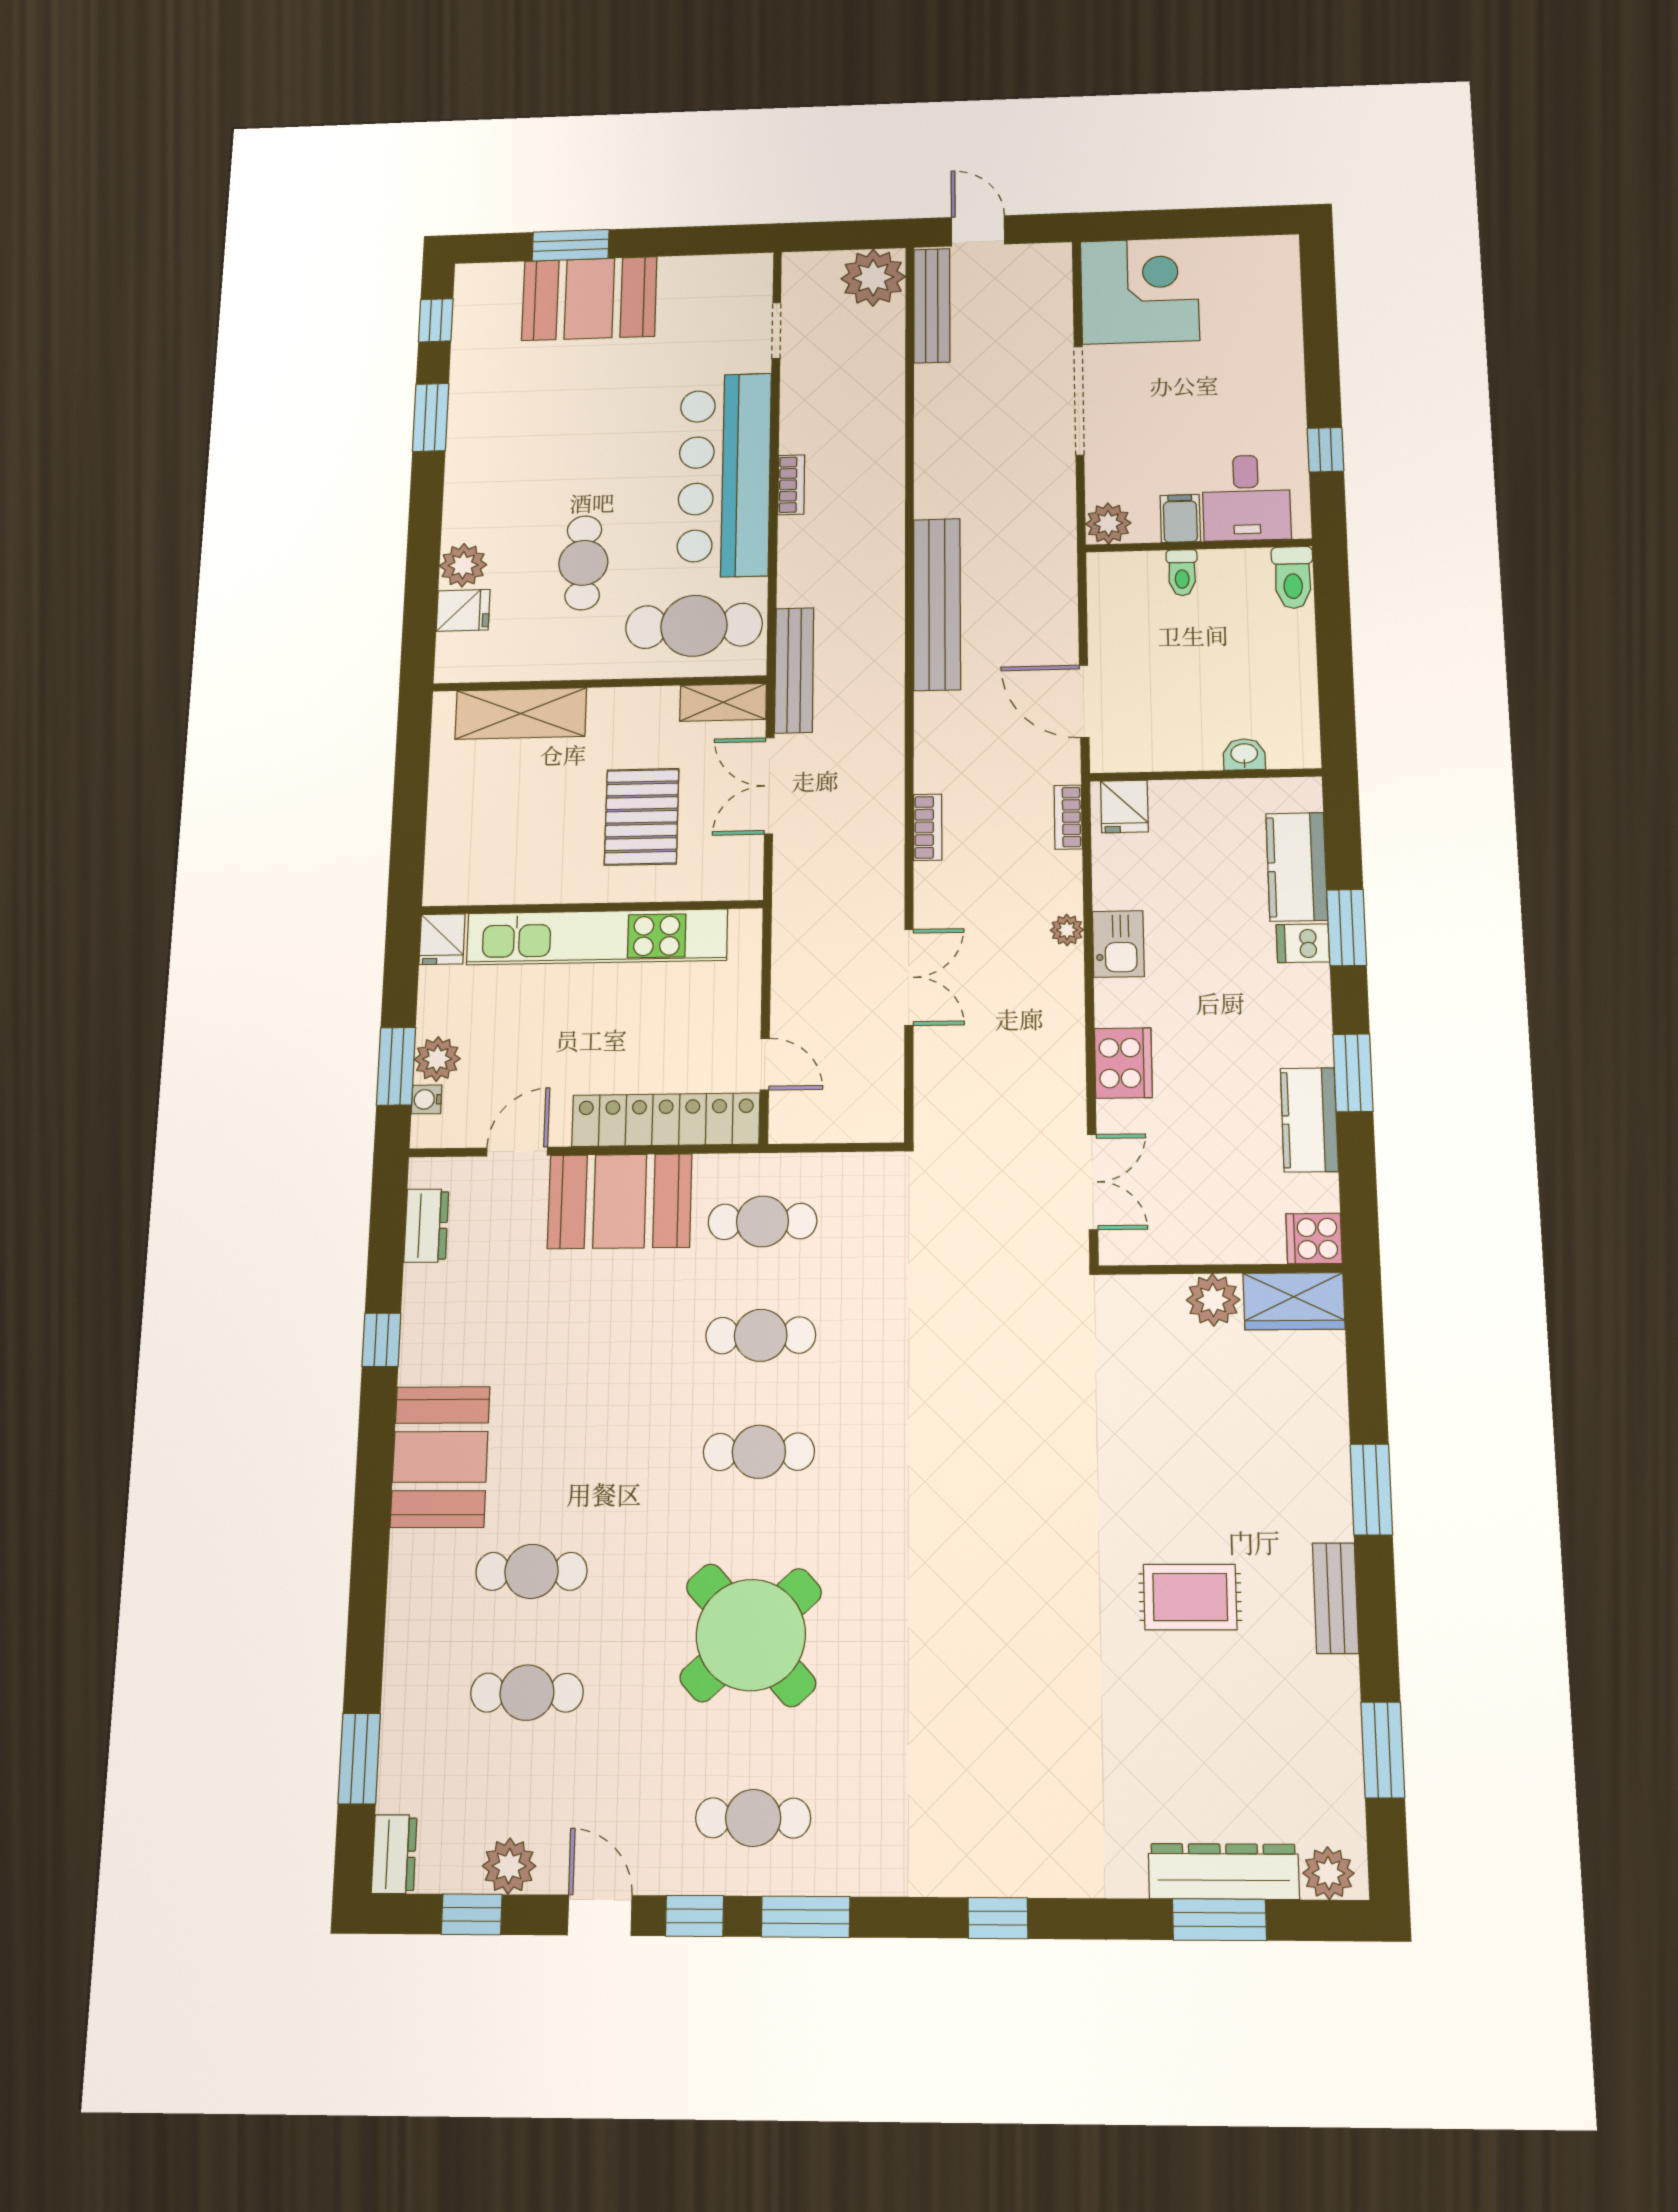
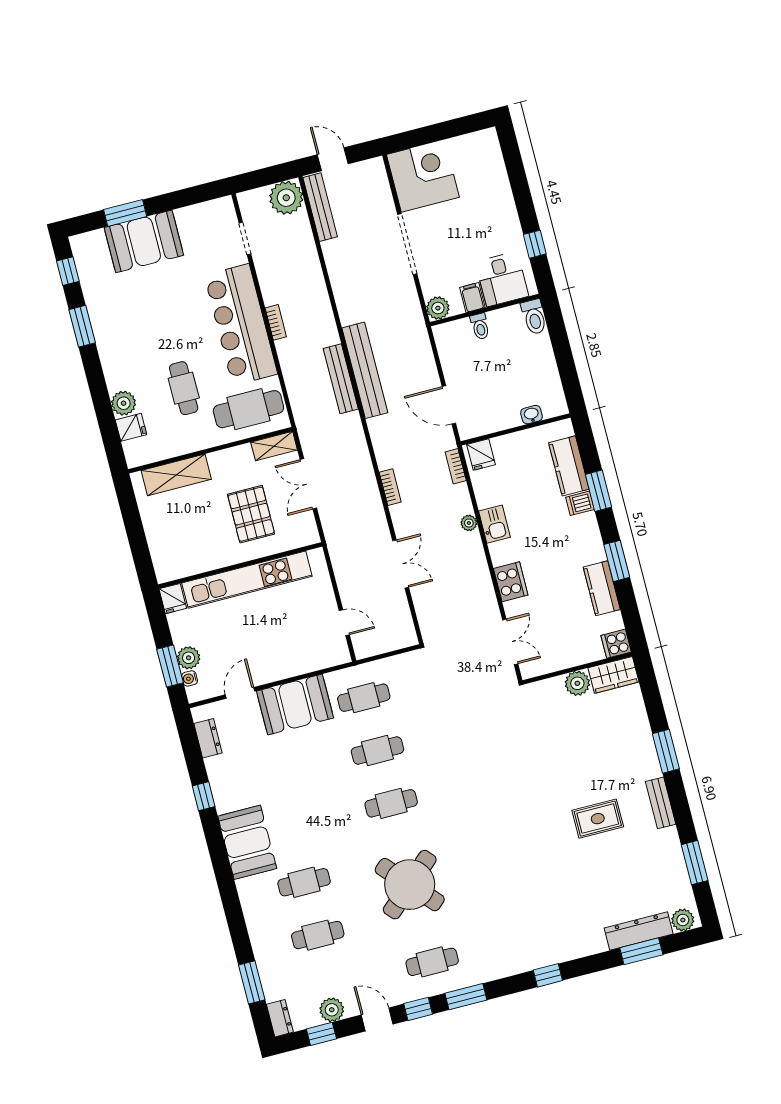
bench: (794, 670) -> (341, 379), moved
locker: (666, 1120) -> (305, 661), removed

